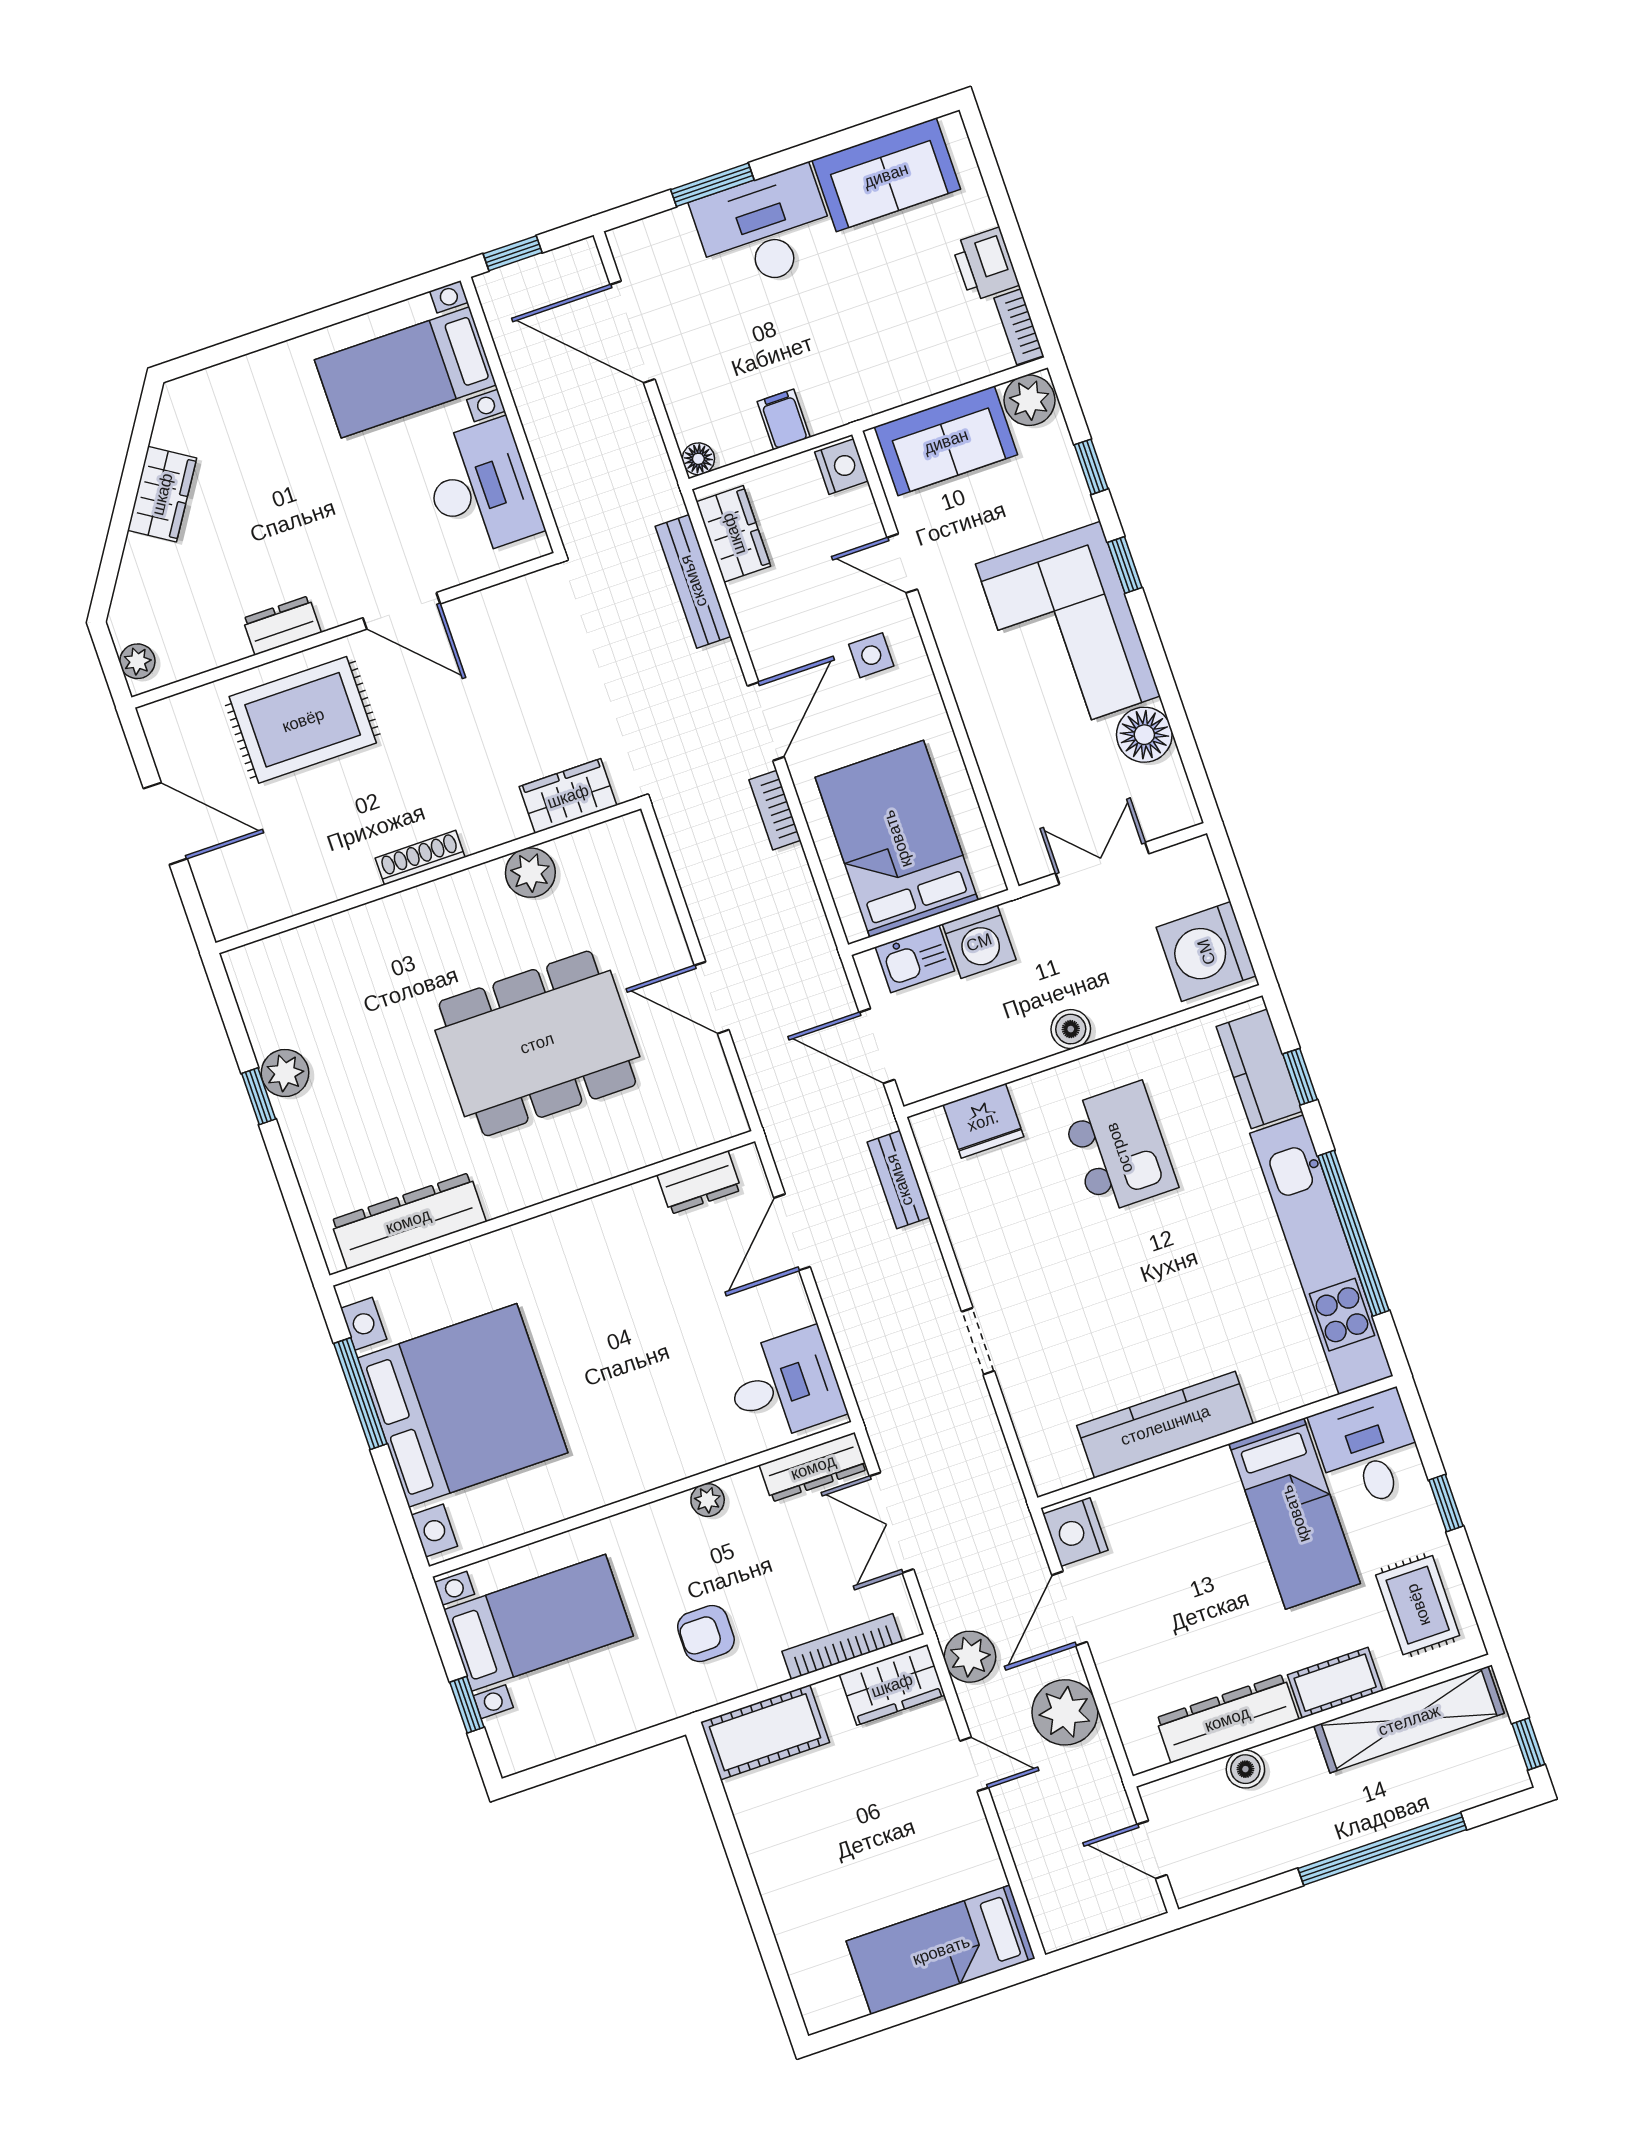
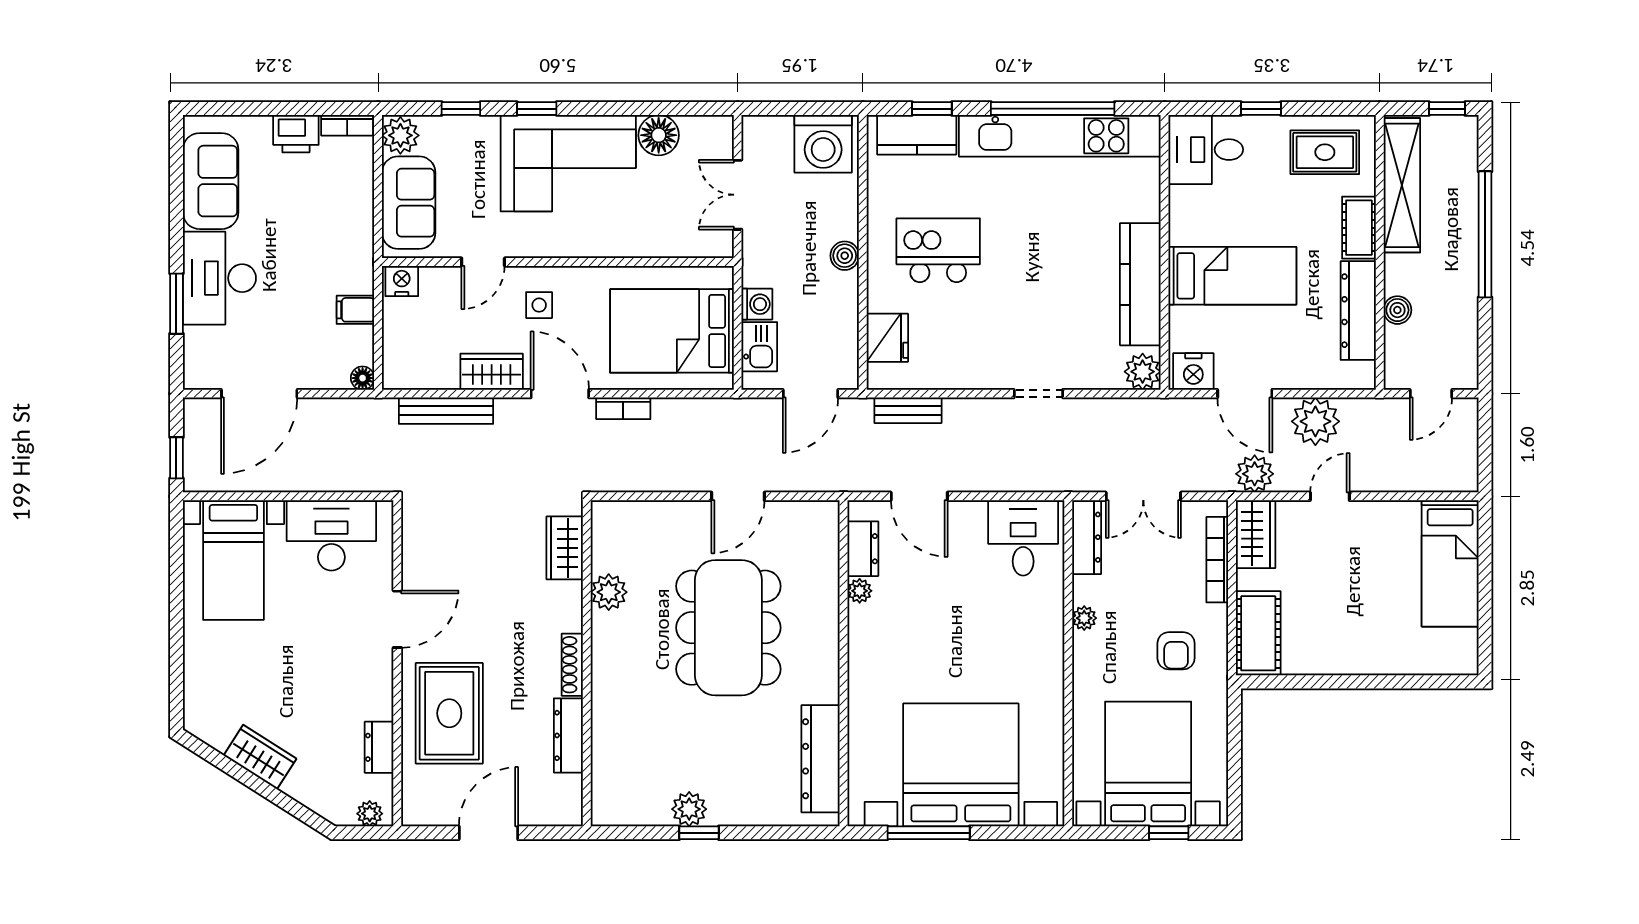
wardrobe: (733, 534) -> (492, 372), moved
dresser: (282, 625) -> (379, 747), moved
dresser: (327, 884) -> (568, 735), added
washing machine: (979, 942) -> (757, 304), width x0.73, depth x0.73
plant: (643, 1197) -> (860, 591), added
plant: (1053, 1466) -> (1143, 372), added
bed: (1295, 1514) -> (1232, 276), moved
bed with nightstands: (538, 1623) -> (1148, 764), width x1.36

